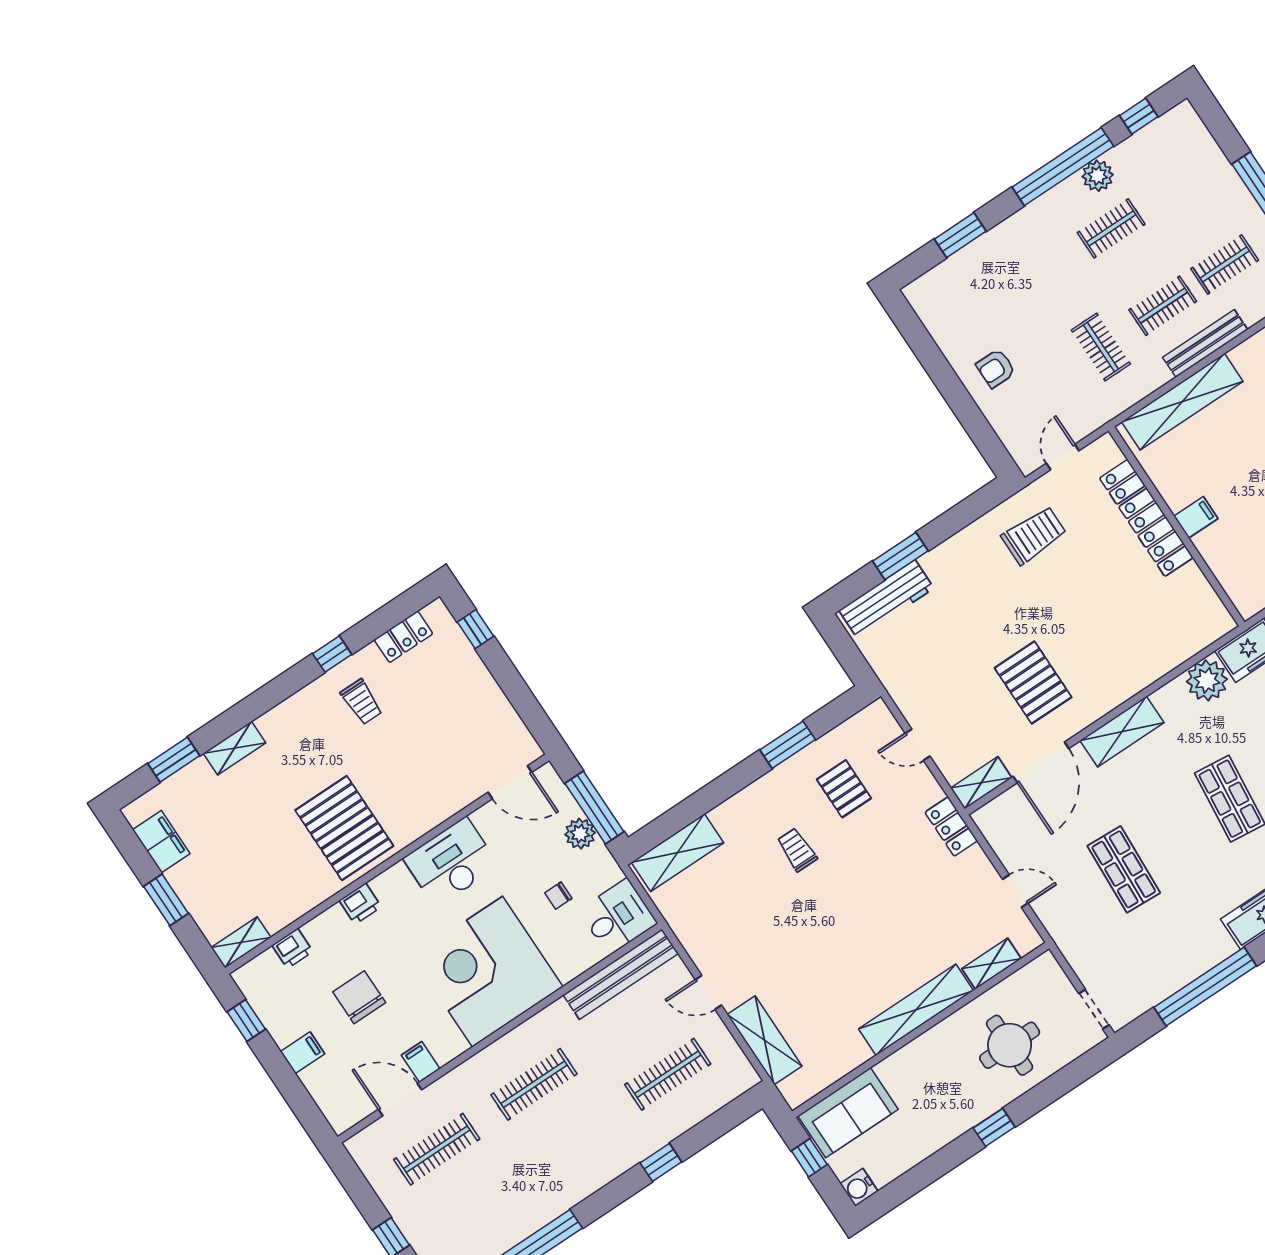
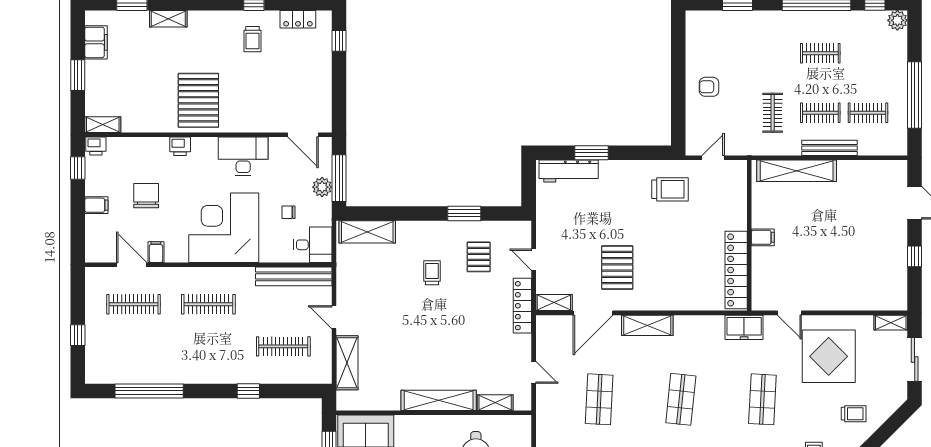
plant: (1098, 176) -> (897, 20), moved
locker: (1146, 518) -> (736, 270), moved
plant: (1207, 680) -> (711, 328), removed
locker: (951, 827) -> (522, 306), width x1.53
printer: (292, 948) -> (96, 146), moved

